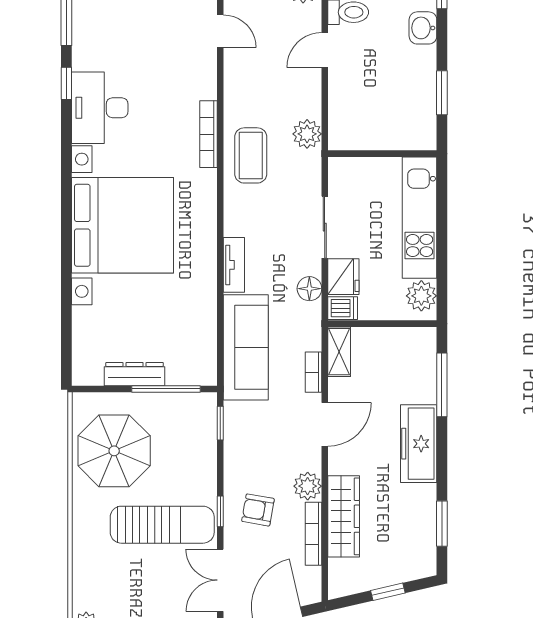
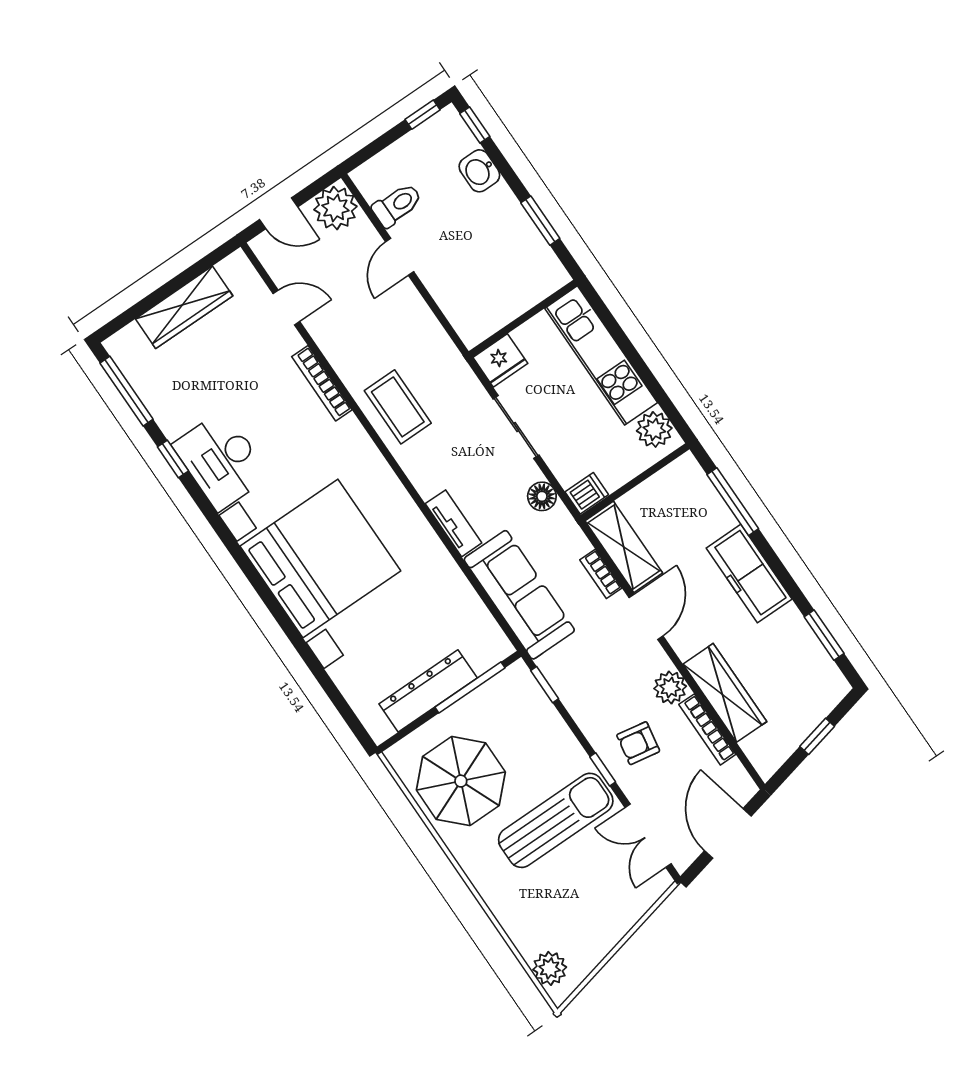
bookcase: (208, 134) -> (322, 383), moved
plant: (307, 134) -> (438, 349), removed
fridge: (343, 277) -> (500, 360), moved, turned 90
shelving: (339, 352) -> (624, 547), width x1.50, depth x1.33
dresser: (135, 374) -> (428, 691), width x1.37, depth x1.24

